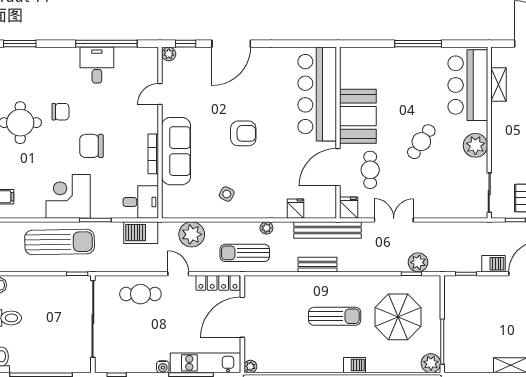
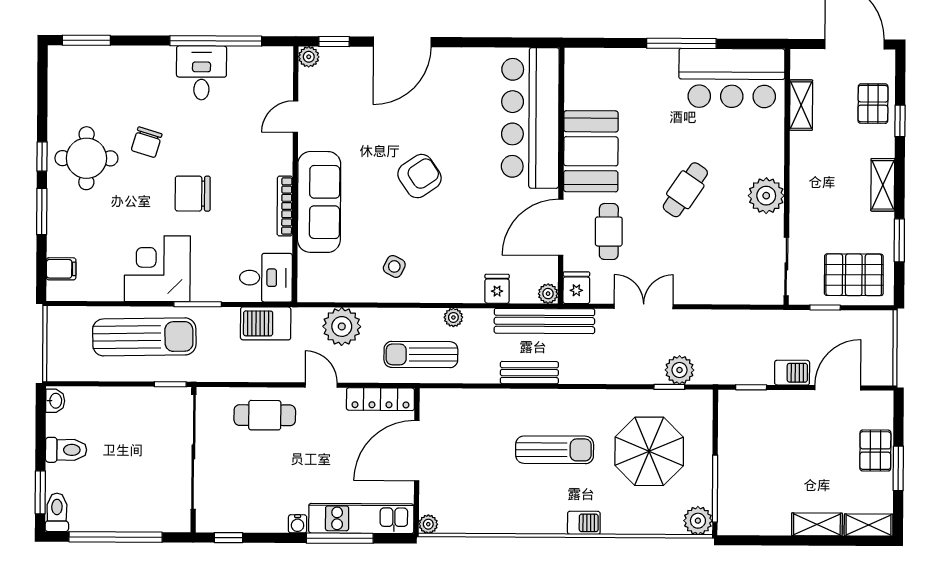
bar counter: (468, 85) -> (732, 78), moved, turned -90
chair: (60, 112) -> (147, 142), turned 107
armchair: (243, 133) -> (420, 176), turned -34
plant: (330, 212) -> (548, 294), added

